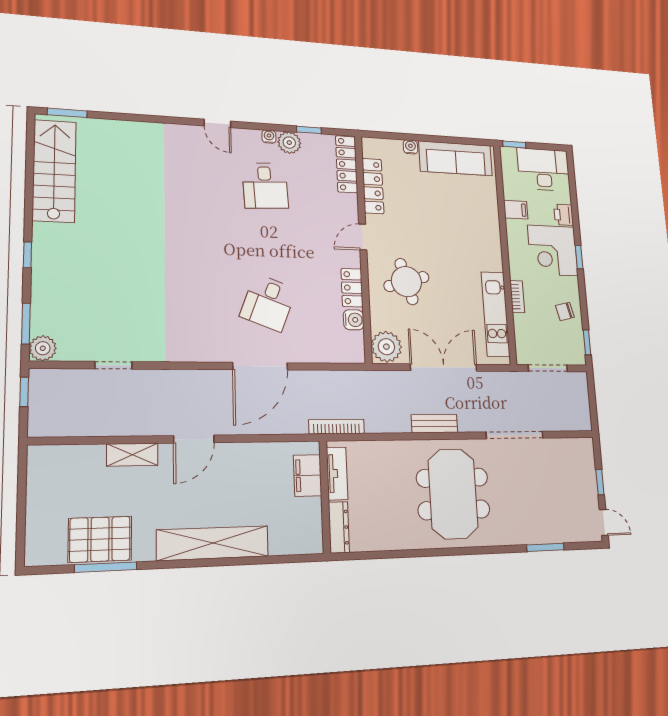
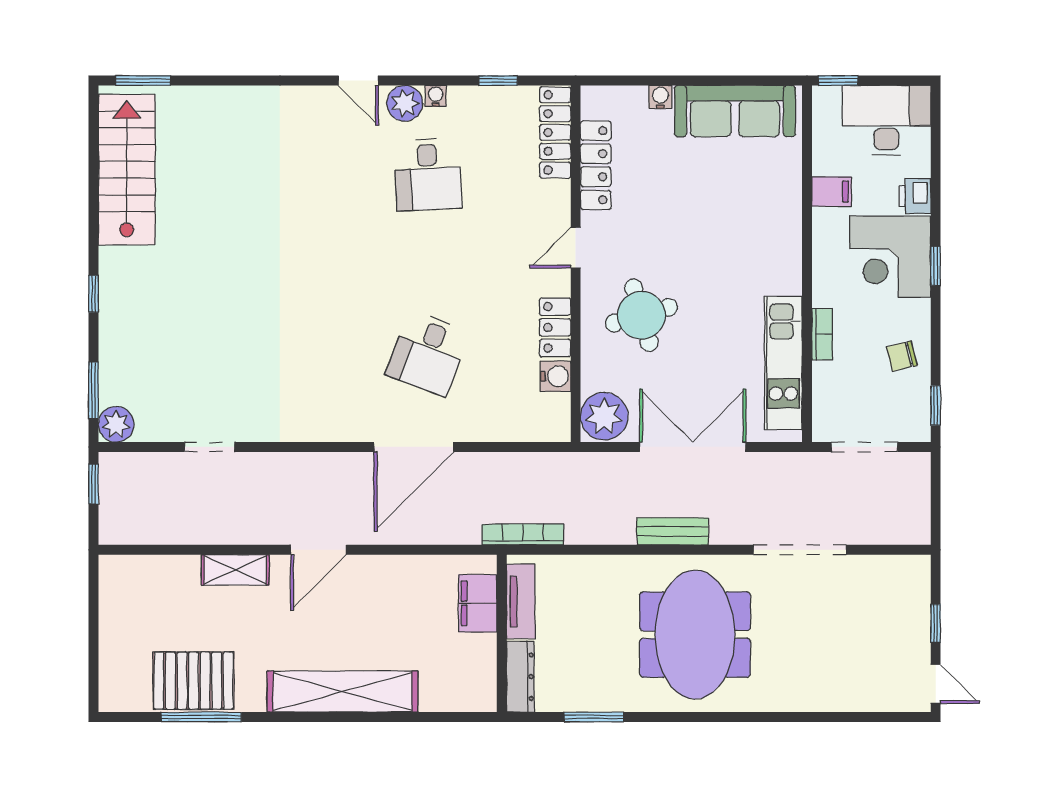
plant: (289, 143) -> (405, 103), moved
window: (545, 547) -> (594, 717), moved

